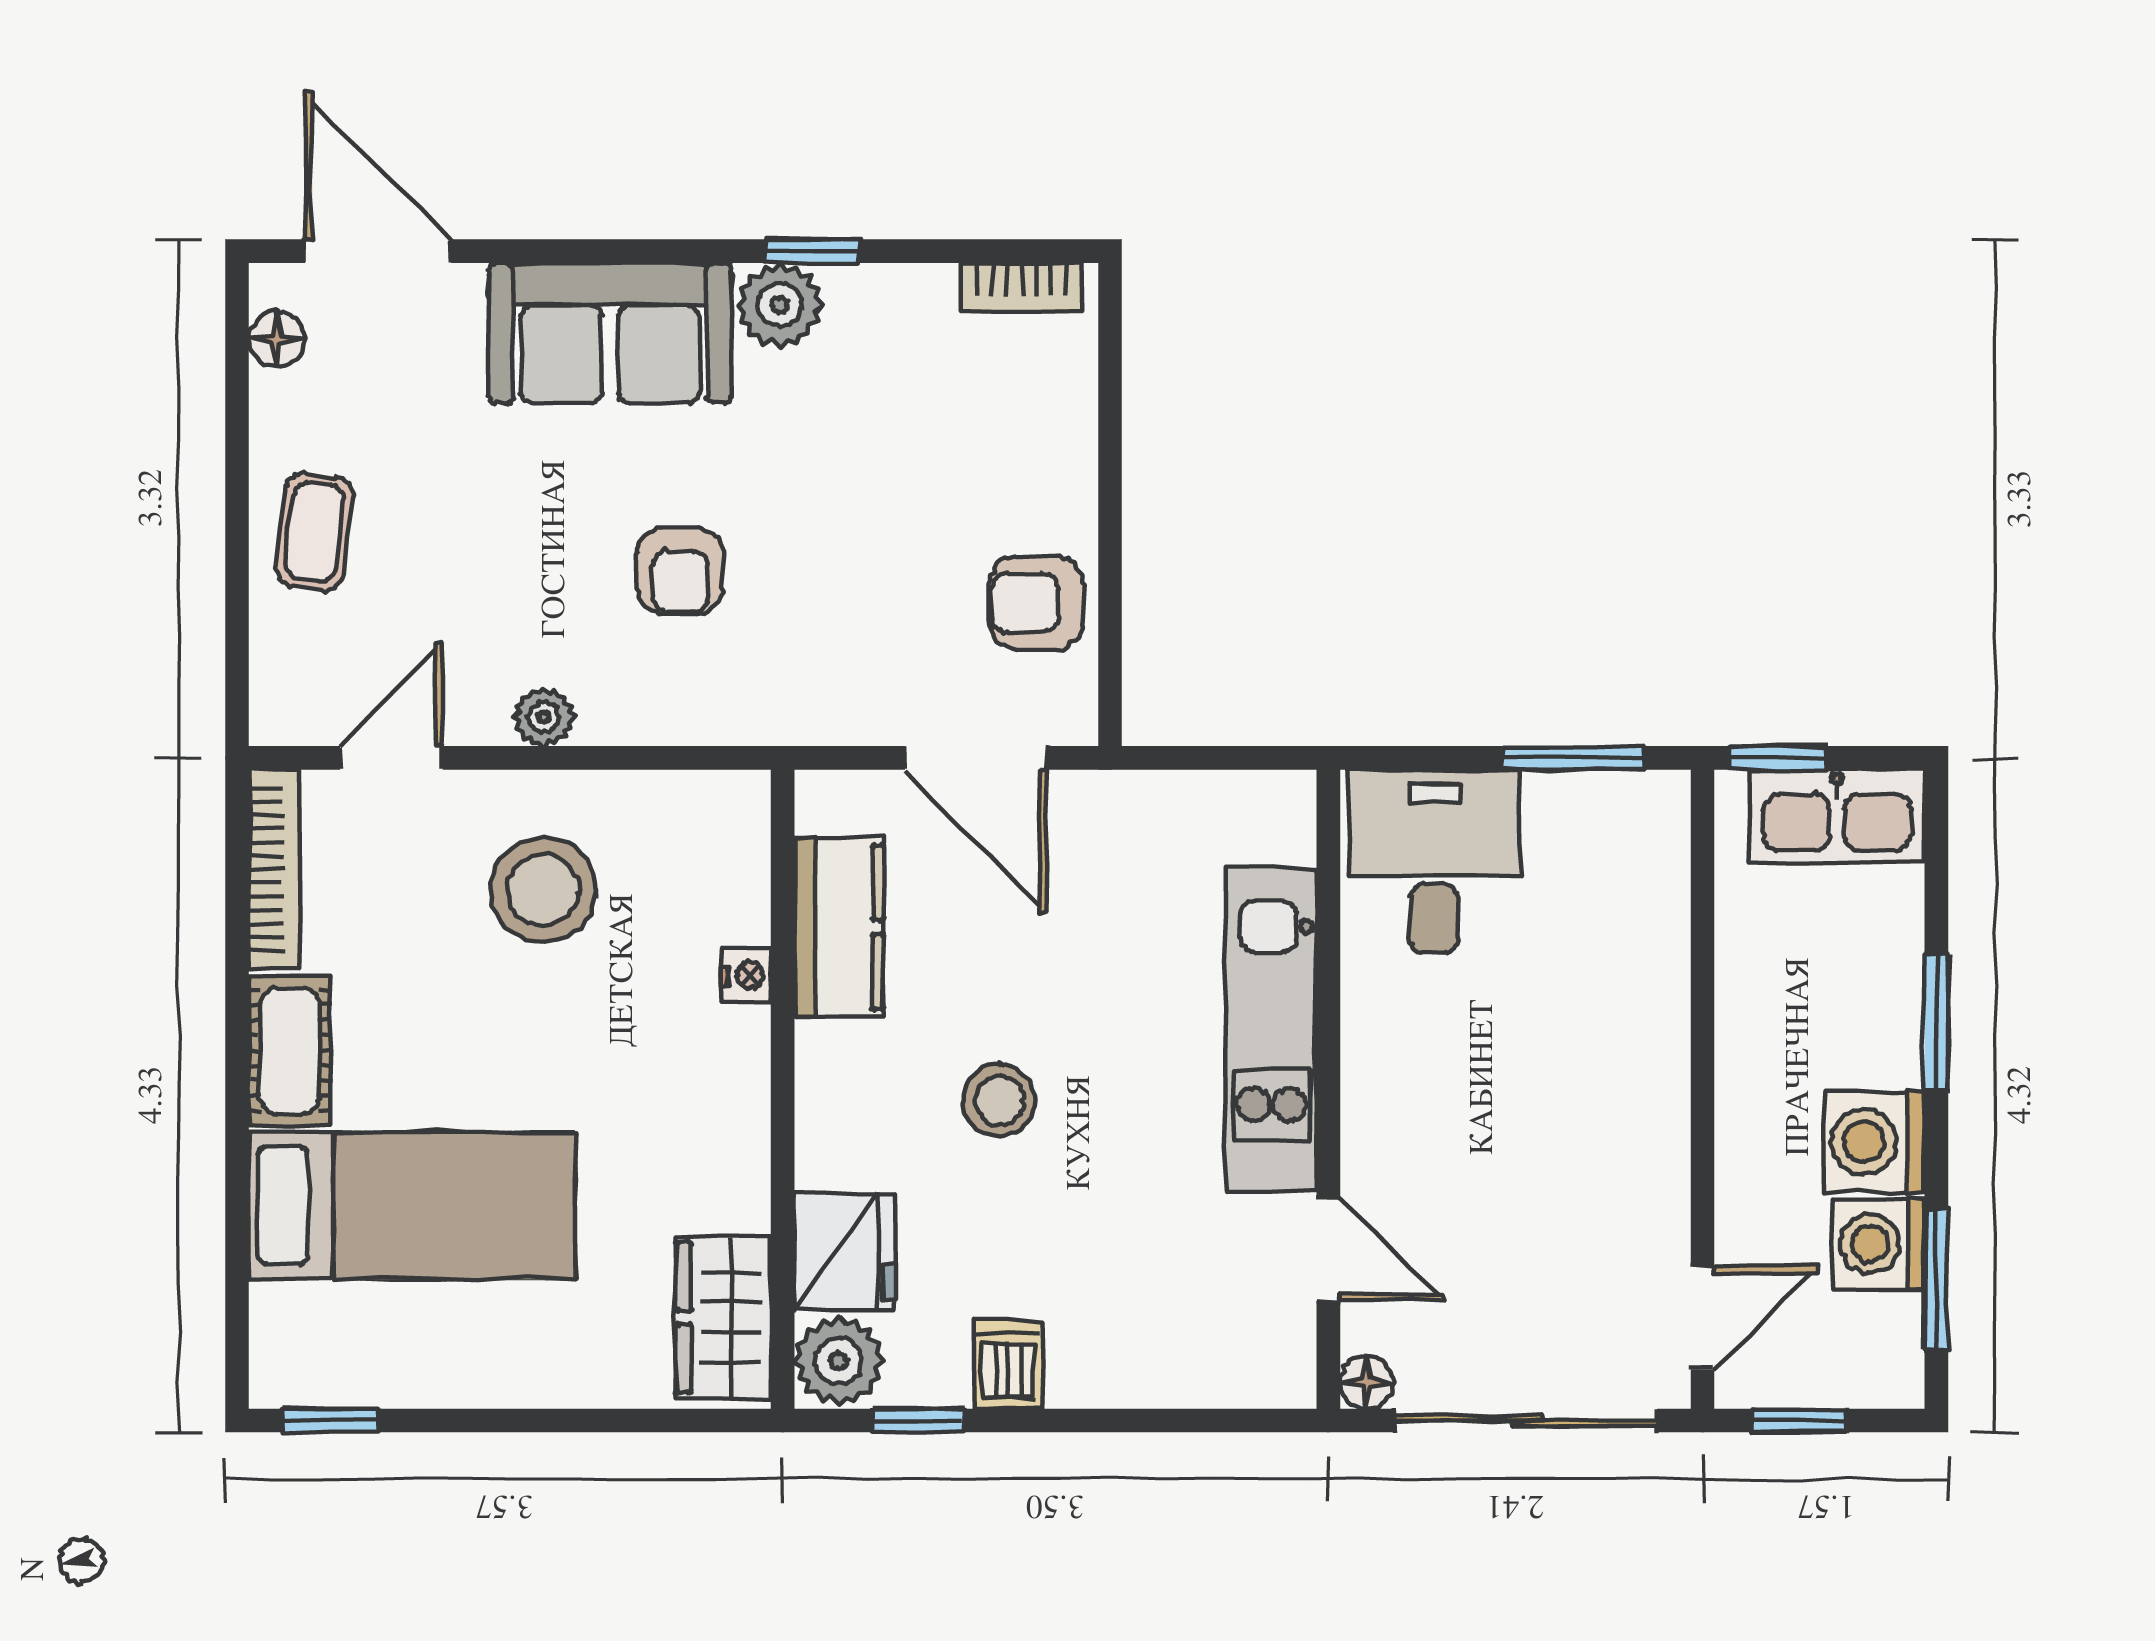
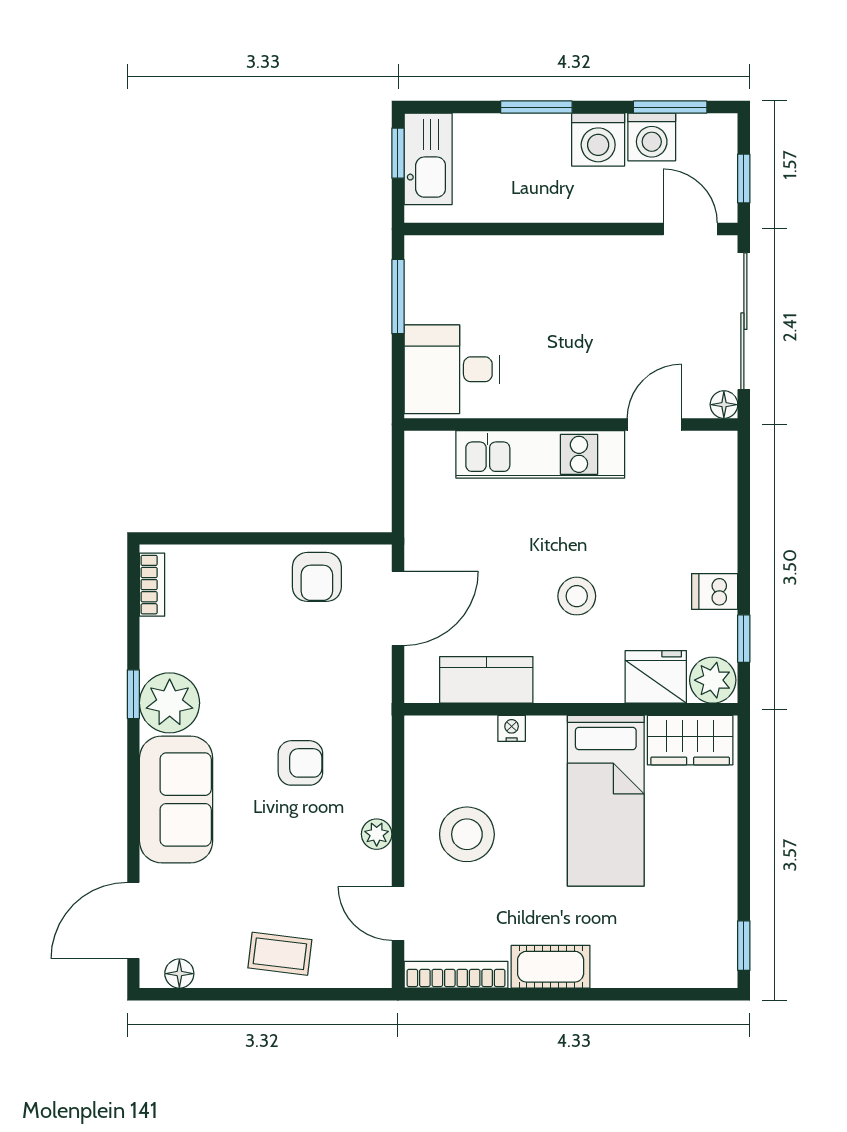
plant: (780, 305) -> (170, 703), width x1.36, depth x1.36
window: (1778, 758) -> (398, 153), moved
bed: (412, 1206) -> (606, 801), moved, turned 180

